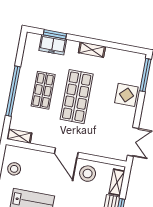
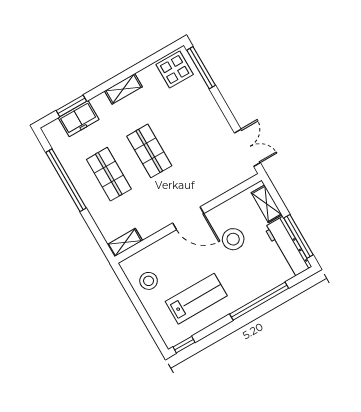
window: (13, 91) -> (66, 180), moved
display table: (126, 95) -> (175, 70), moved
shop shelf: (77, 97) -> (149, 151), width x0.70, depth x0.74
stool: (88, 174) -> (233, 239), moved

